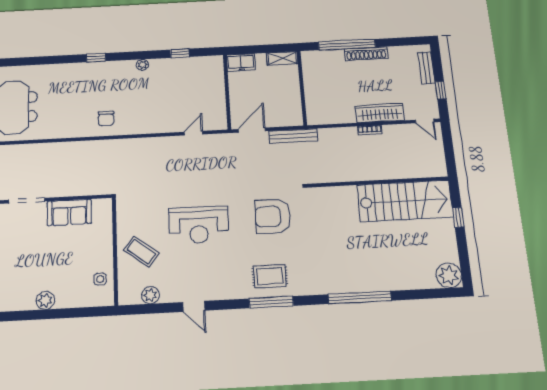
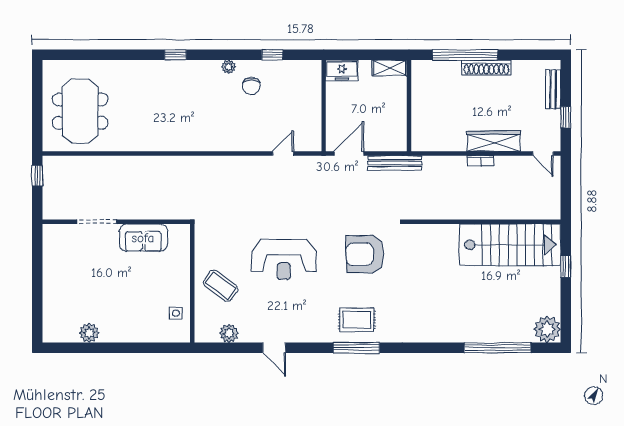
chair: (106, 118) -> (251, 86), moved
window: (360, 297) -> (498, 348), moved
plant: (45, 300) -> (89, 333), moved

